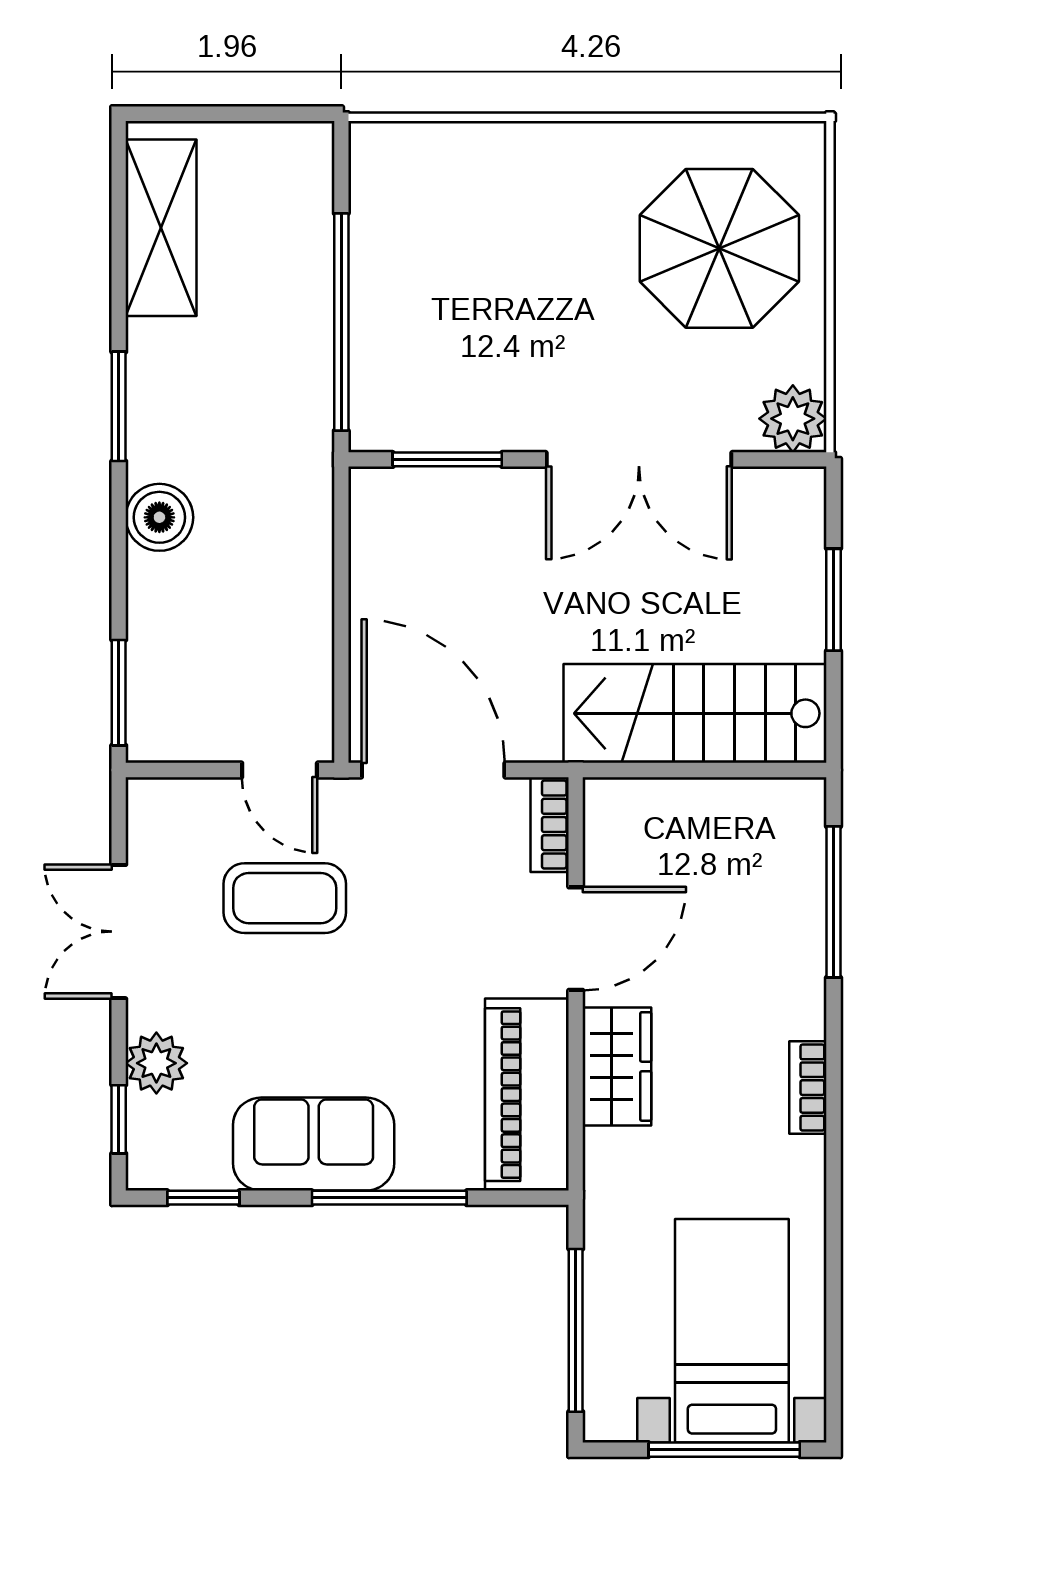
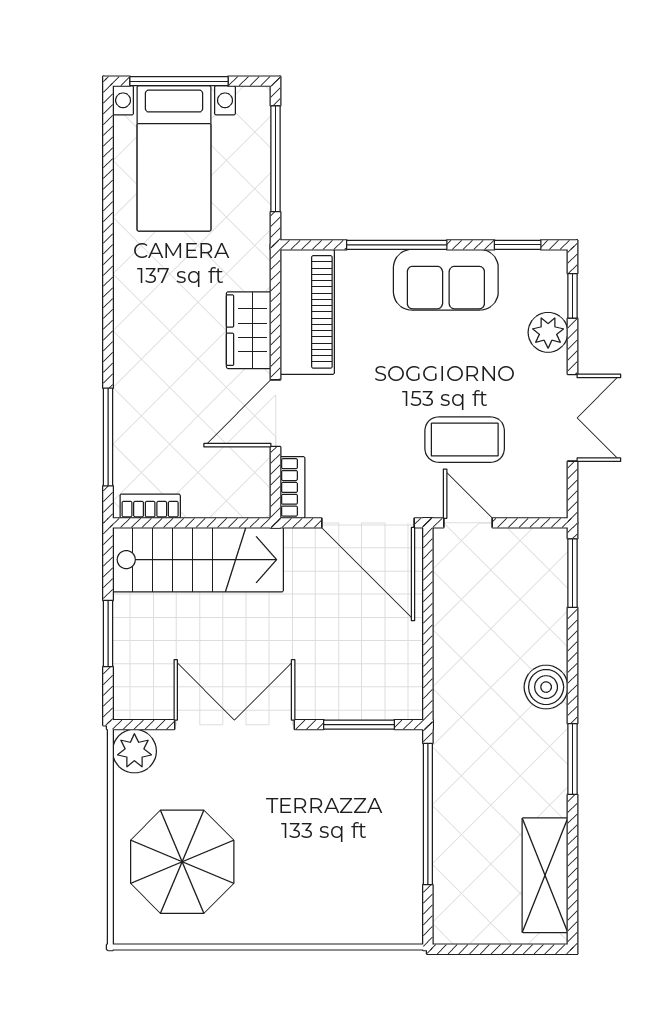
bookcase: (808, 1088) -> (150, 506), moved, turned -90

